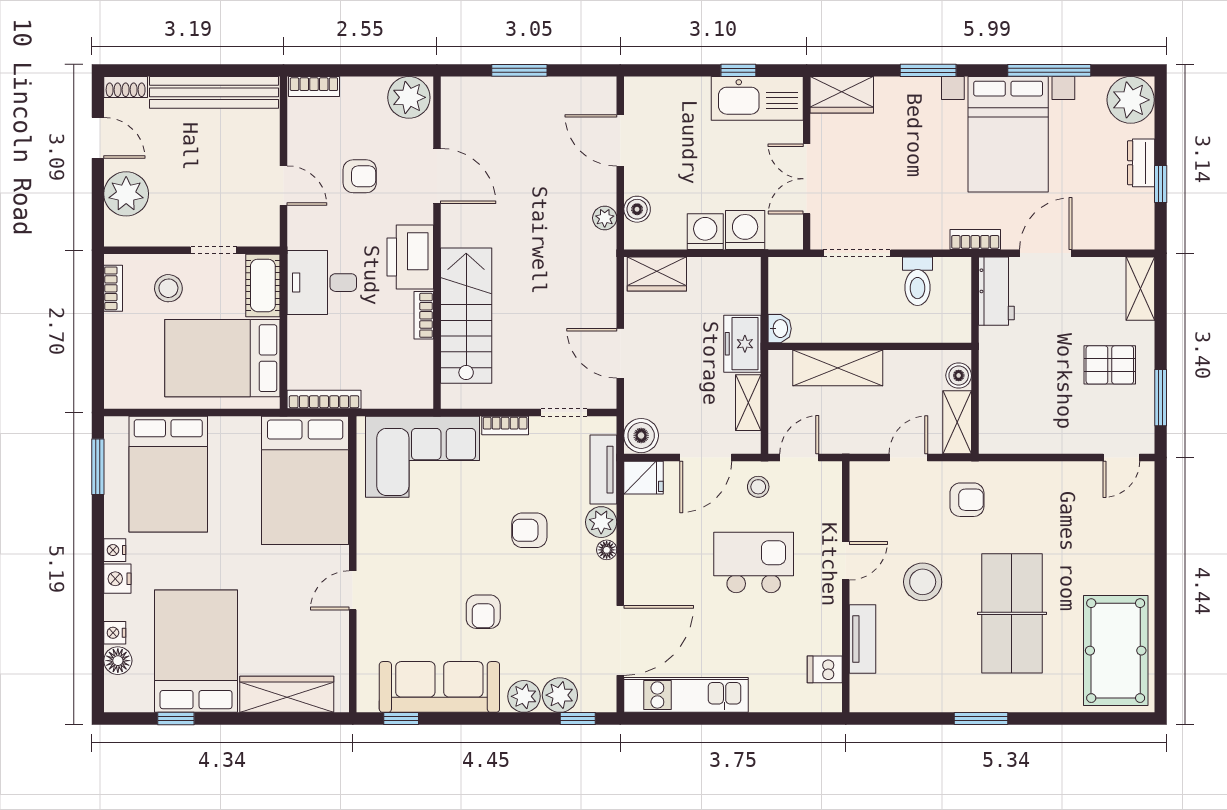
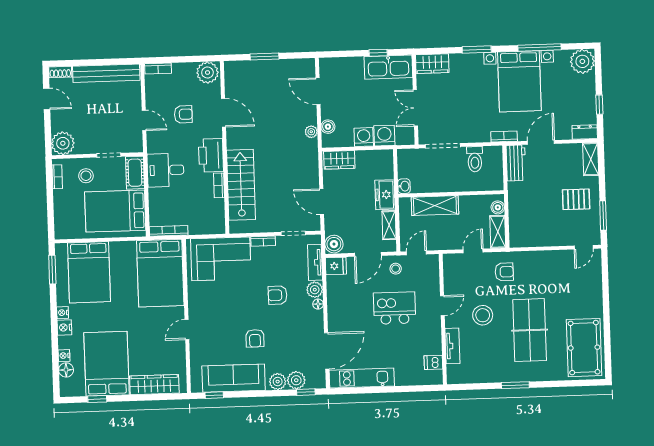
dresser: (1141, 163) -> (585, 132), moved, turned 90
plant: (126, 194) -> (63, 143), moved

